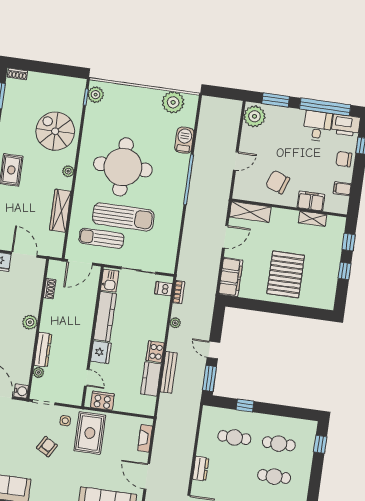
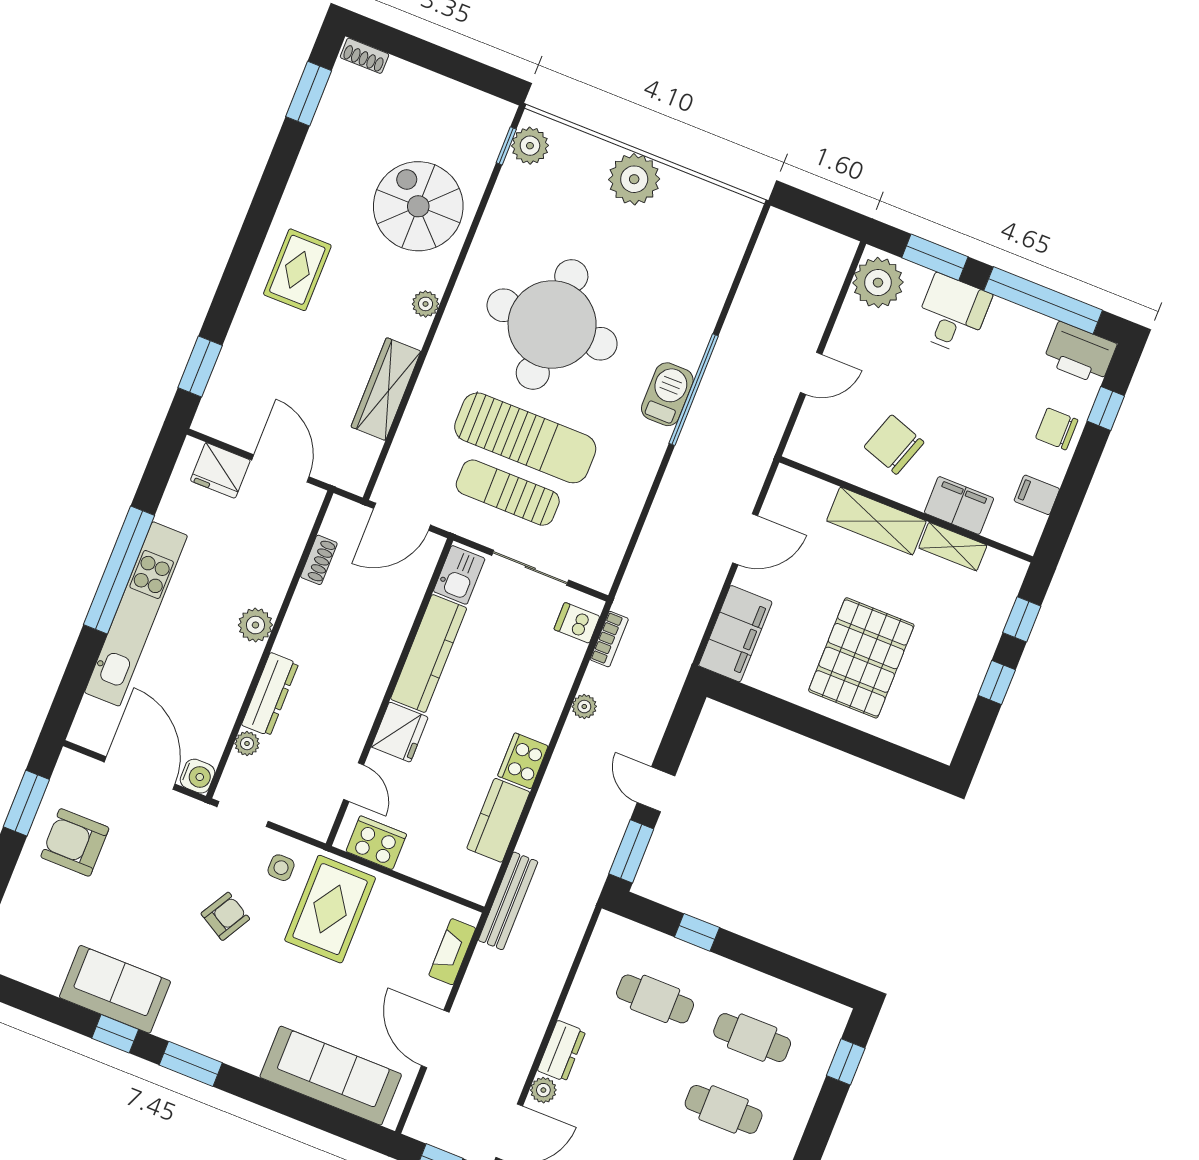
plant: (173, 102) -> (634, 179), moved
desk: (317, 126) -> (952, 314), moved
barbecue: (184, 140) -> (667, 394), moved
shelving: (250, 212) -> (876, 521), moved
sun lounger: (101, 238) -> (508, 493), moved
bench: (169, 372) -> (508, 901), moved
plant: (197, 487) -> (543, 1090), added

